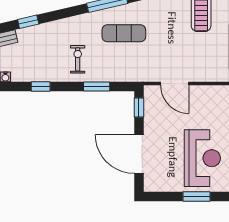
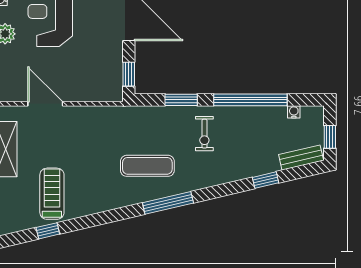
door: (175, 83) -> (45, 104), moved
window: (41, 87) -> (250, 100), width x3.17

